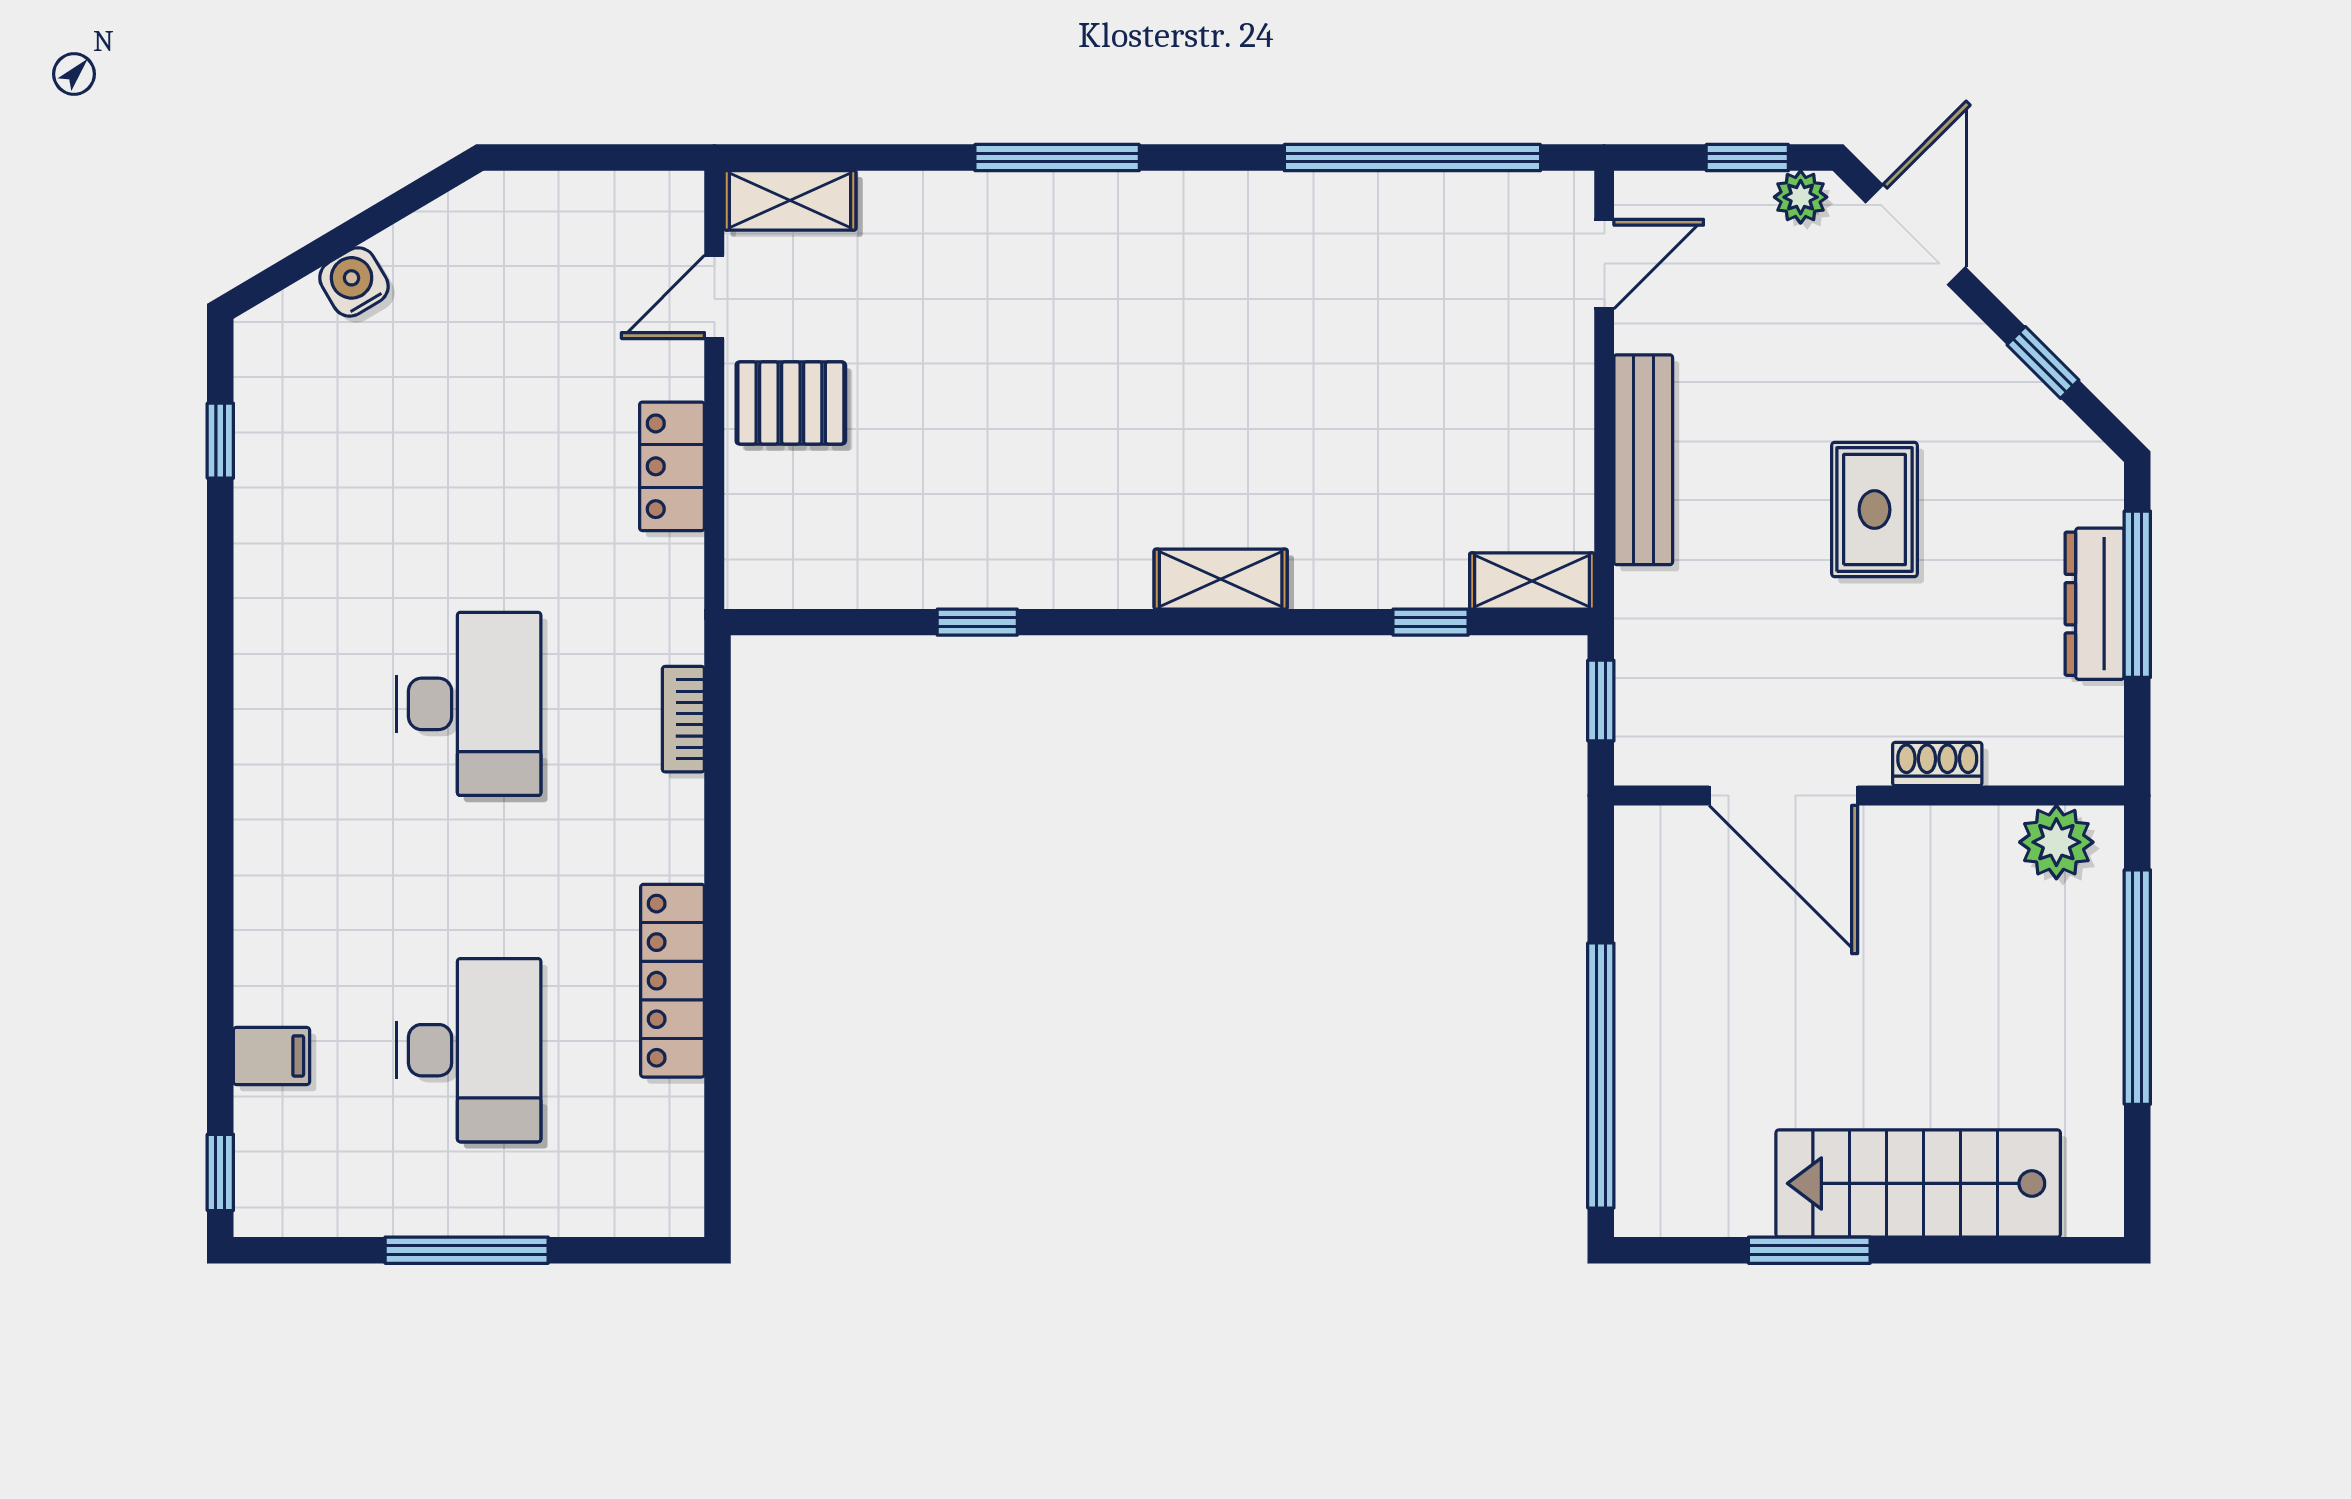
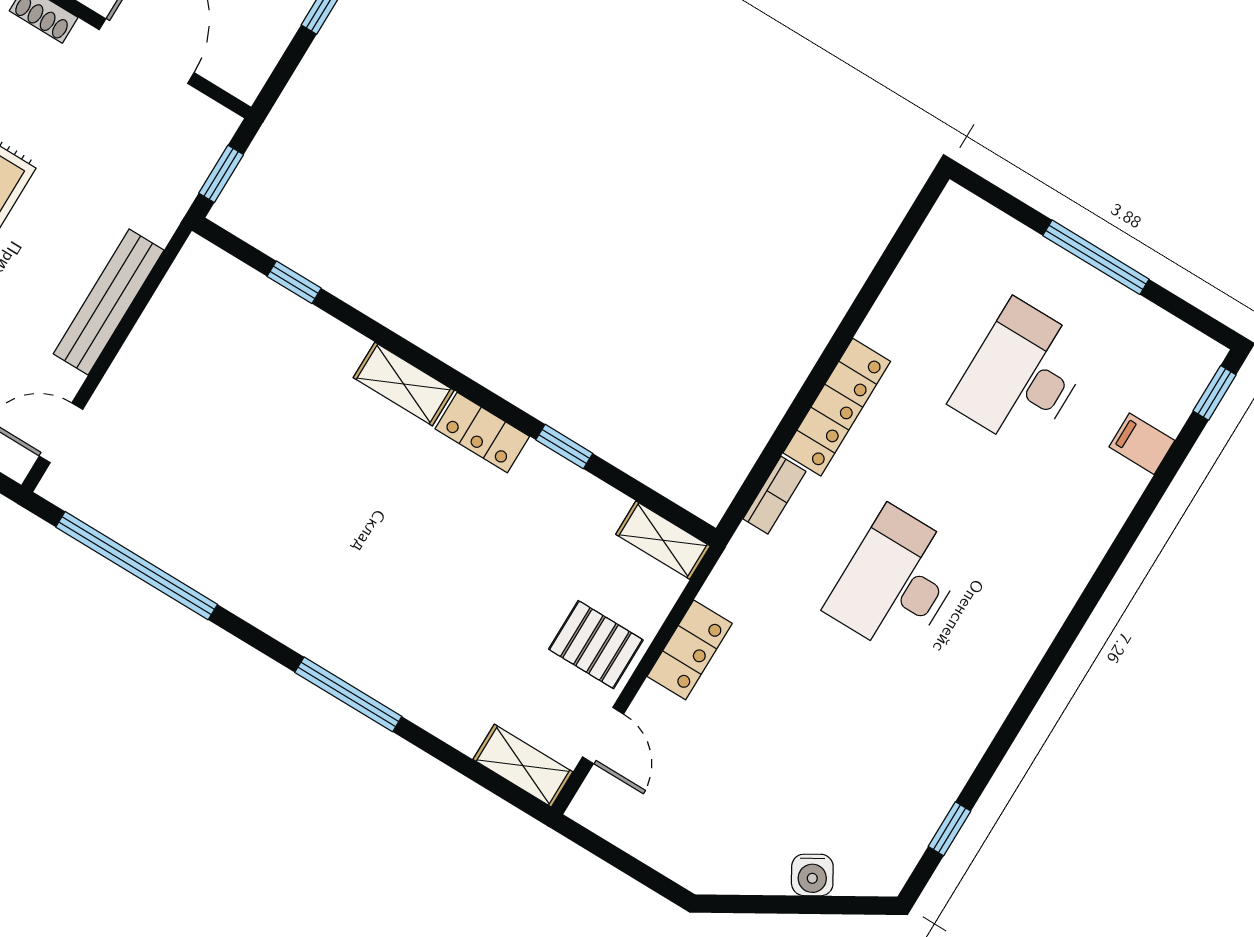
door: (714, 297) -> (603, 735), hinge flipped
locker: (1088, 578) -> (482, 433), added
shelving: (1532, 581) -> (663, 540), moved
locker: (673, 981) -> (837, 407), moved

